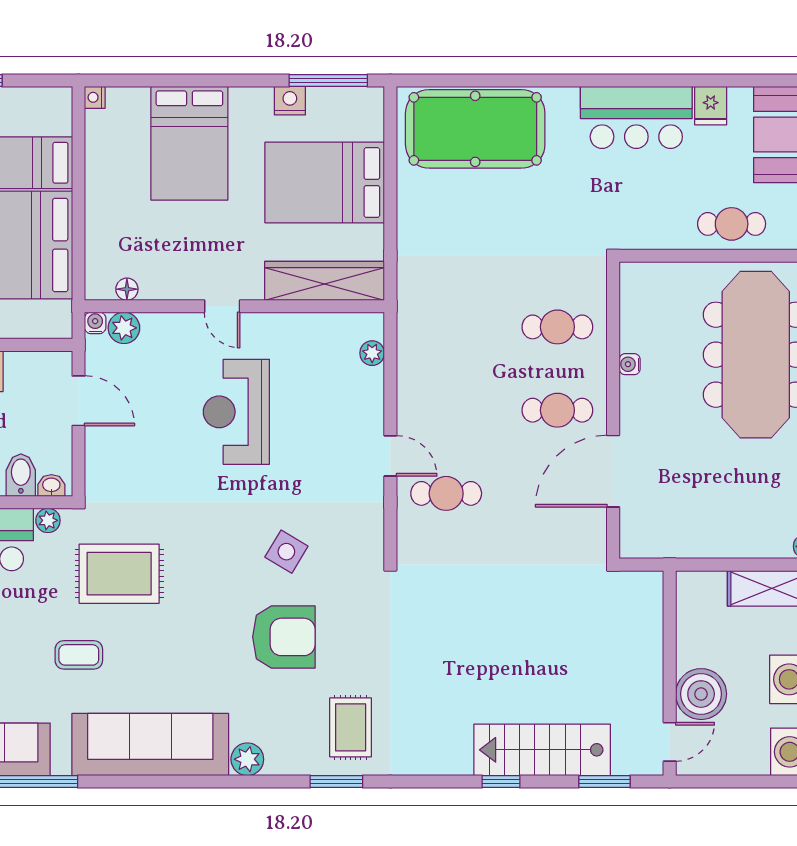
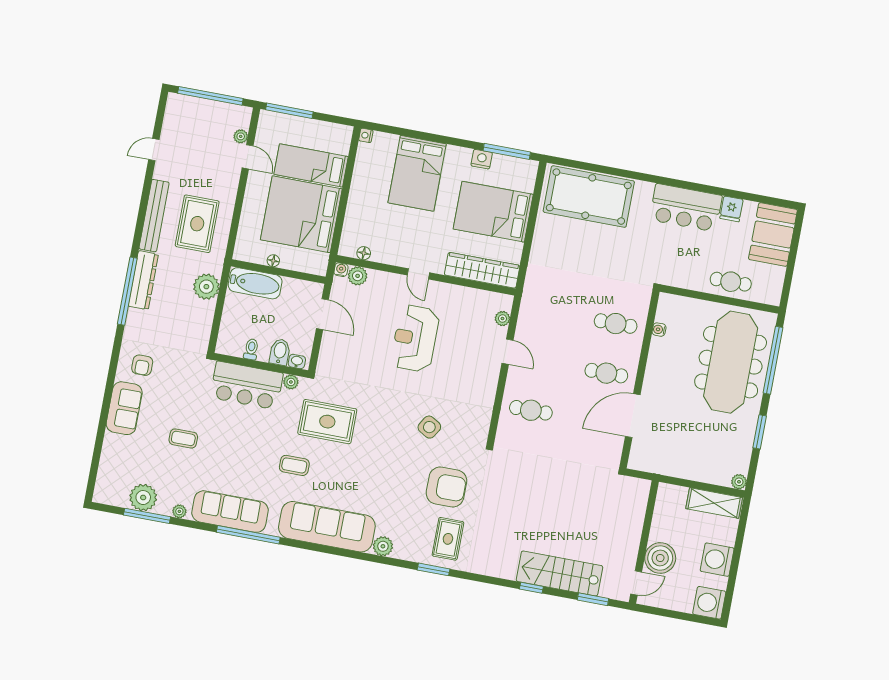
water cooler: (630, 364) -> (659, 330), moved
door: (390, 456) -> (507, 352), moved
armchair: (284, 637) -> (446, 487), moved

